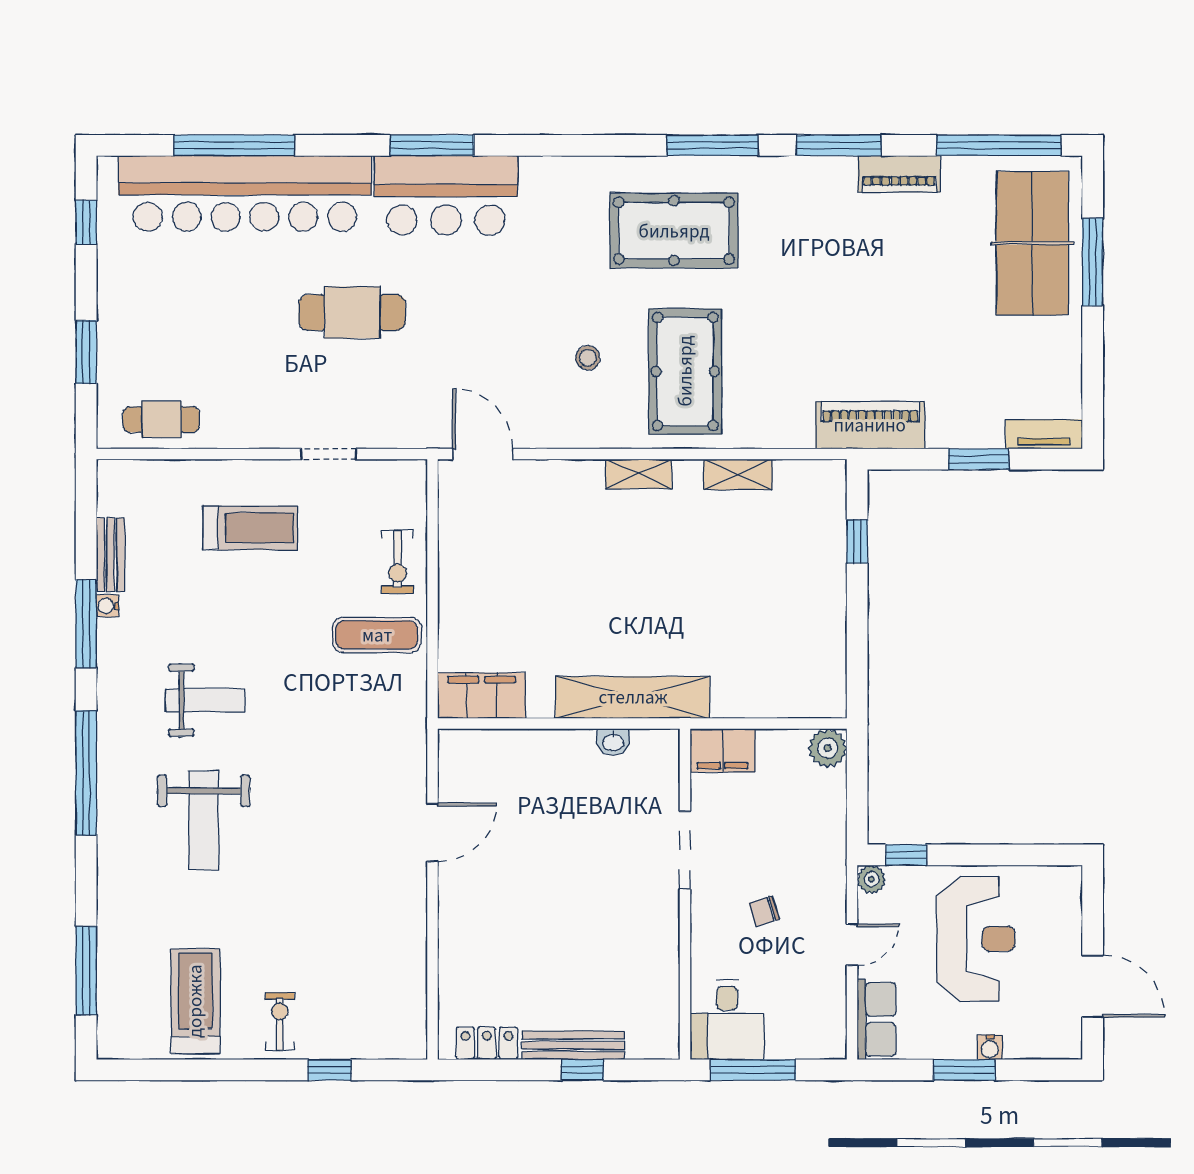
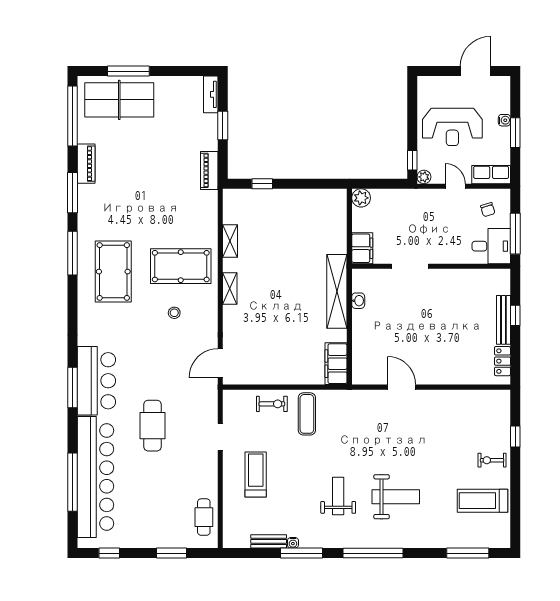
piano: (870, 425) -> (209, 170), width x0.73, depth x0.75
chair: (764, 911) -> (488, 210), moved
reception desk: (976, 939) -> (452, 127), turned 180

